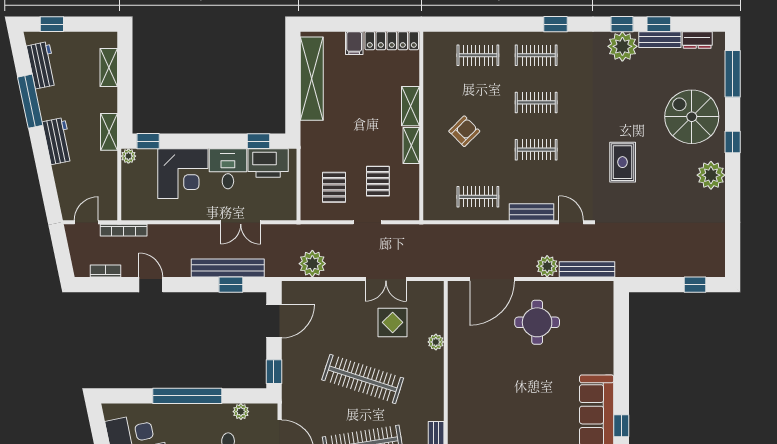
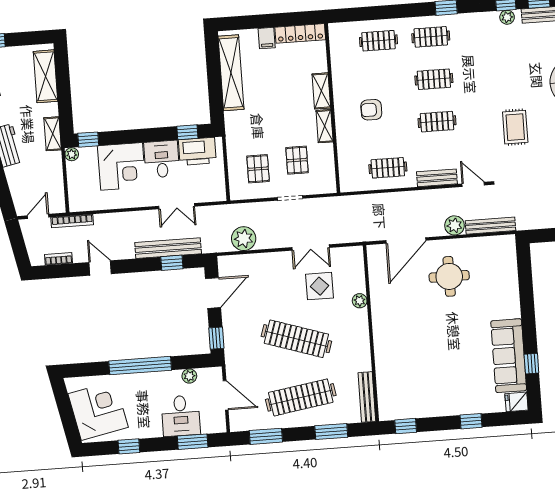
plant: (622, 46) -> (507, 17), width x0.53, depth x0.53
shelving: (109, 67) -> (45, 76), width x1.50, depth x1.33
armchair: (464, 131) -> (371, 110), turned -135

